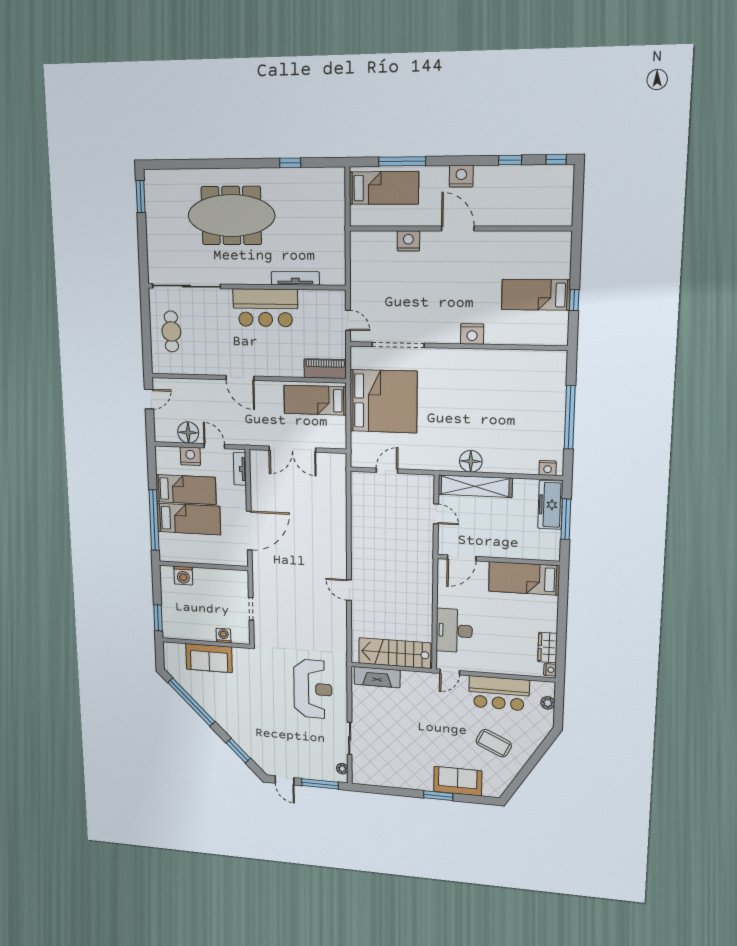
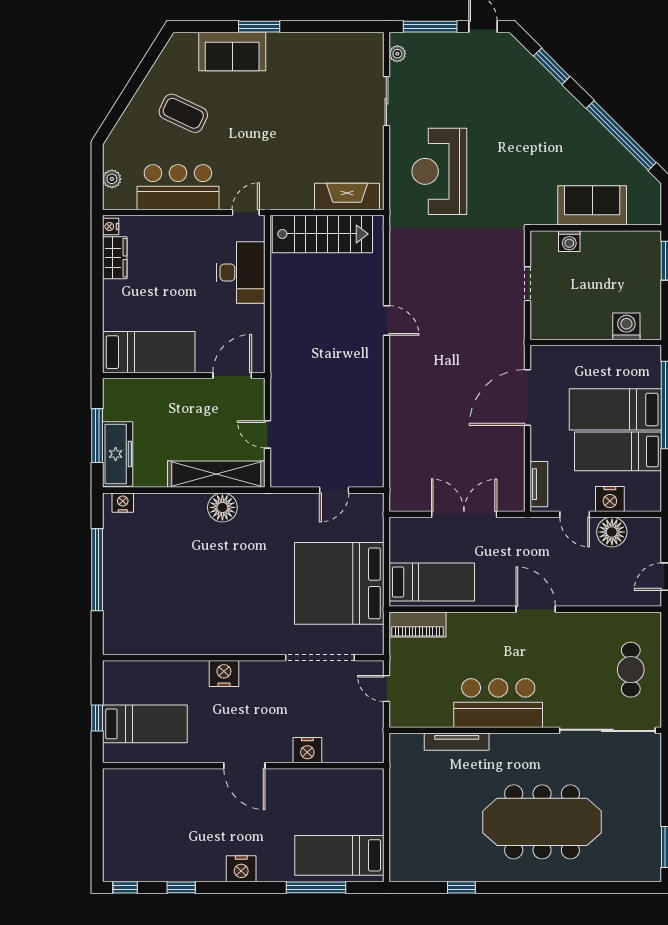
door: (458, 228) -> (244, 766), moved
wall: (459, 228) -> (243, 766), moved
nightstand: (408, 241) -> (307, 750), moved

